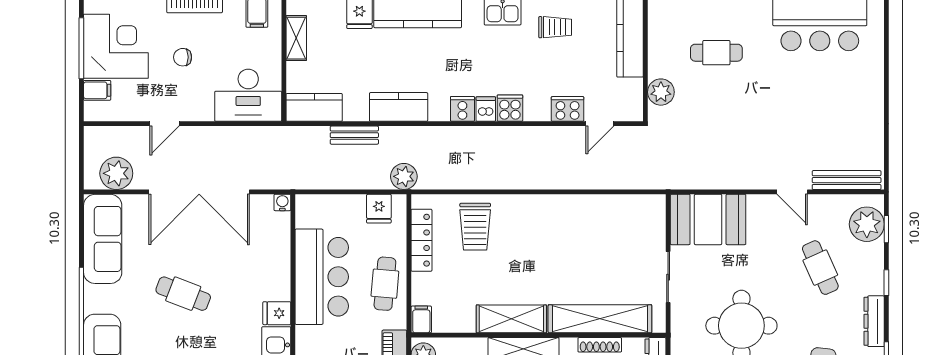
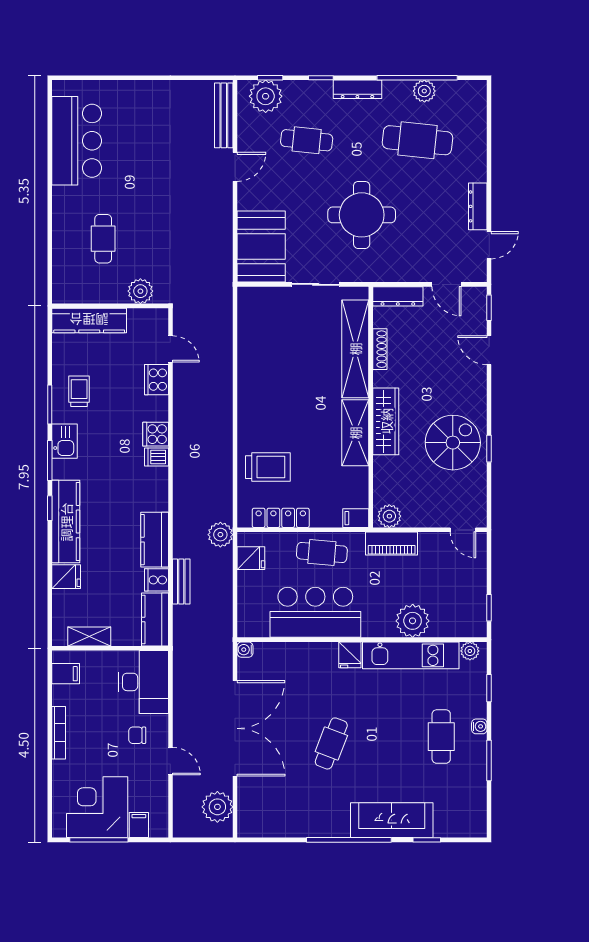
chair: (183, 57) -> (137, 735), moved, turned 90
cooker: (462, 109) -> (156, 580), moved
sofa: (103, 239) -> (280, 820), removed
cafe table: (820, 268) -> (307, 140), turned 30

